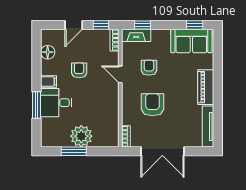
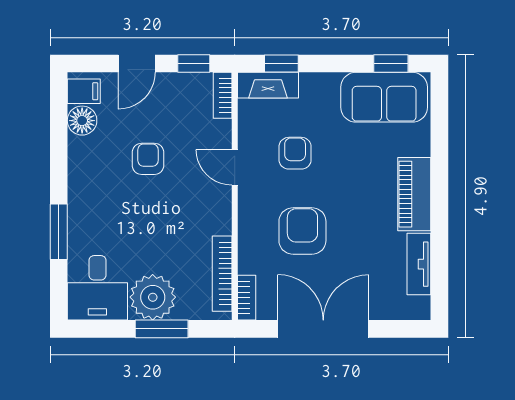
filing cabinet: (49, 81) -> (84, 91), moved
desk: (56, 103) -> (97, 288), moved, turned -90
bookcase: (114, 125) -> (222, 274), added
tv unit: (208, 126) -> (419, 264), width x0.71
window: (74, 151) -> (162, 329), moved
double door: (162, 151) -> (323, 329), swing flipped

